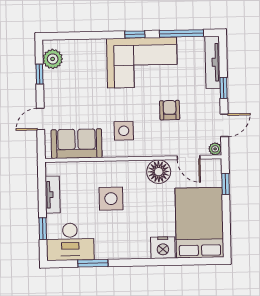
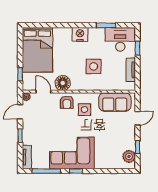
tv unit: (213, 62) -> (27, 157), width x0.71
armchair: (170, 110) -> (67, 102), moved
nightstand: (163, 248) -> (80, 34), moved

